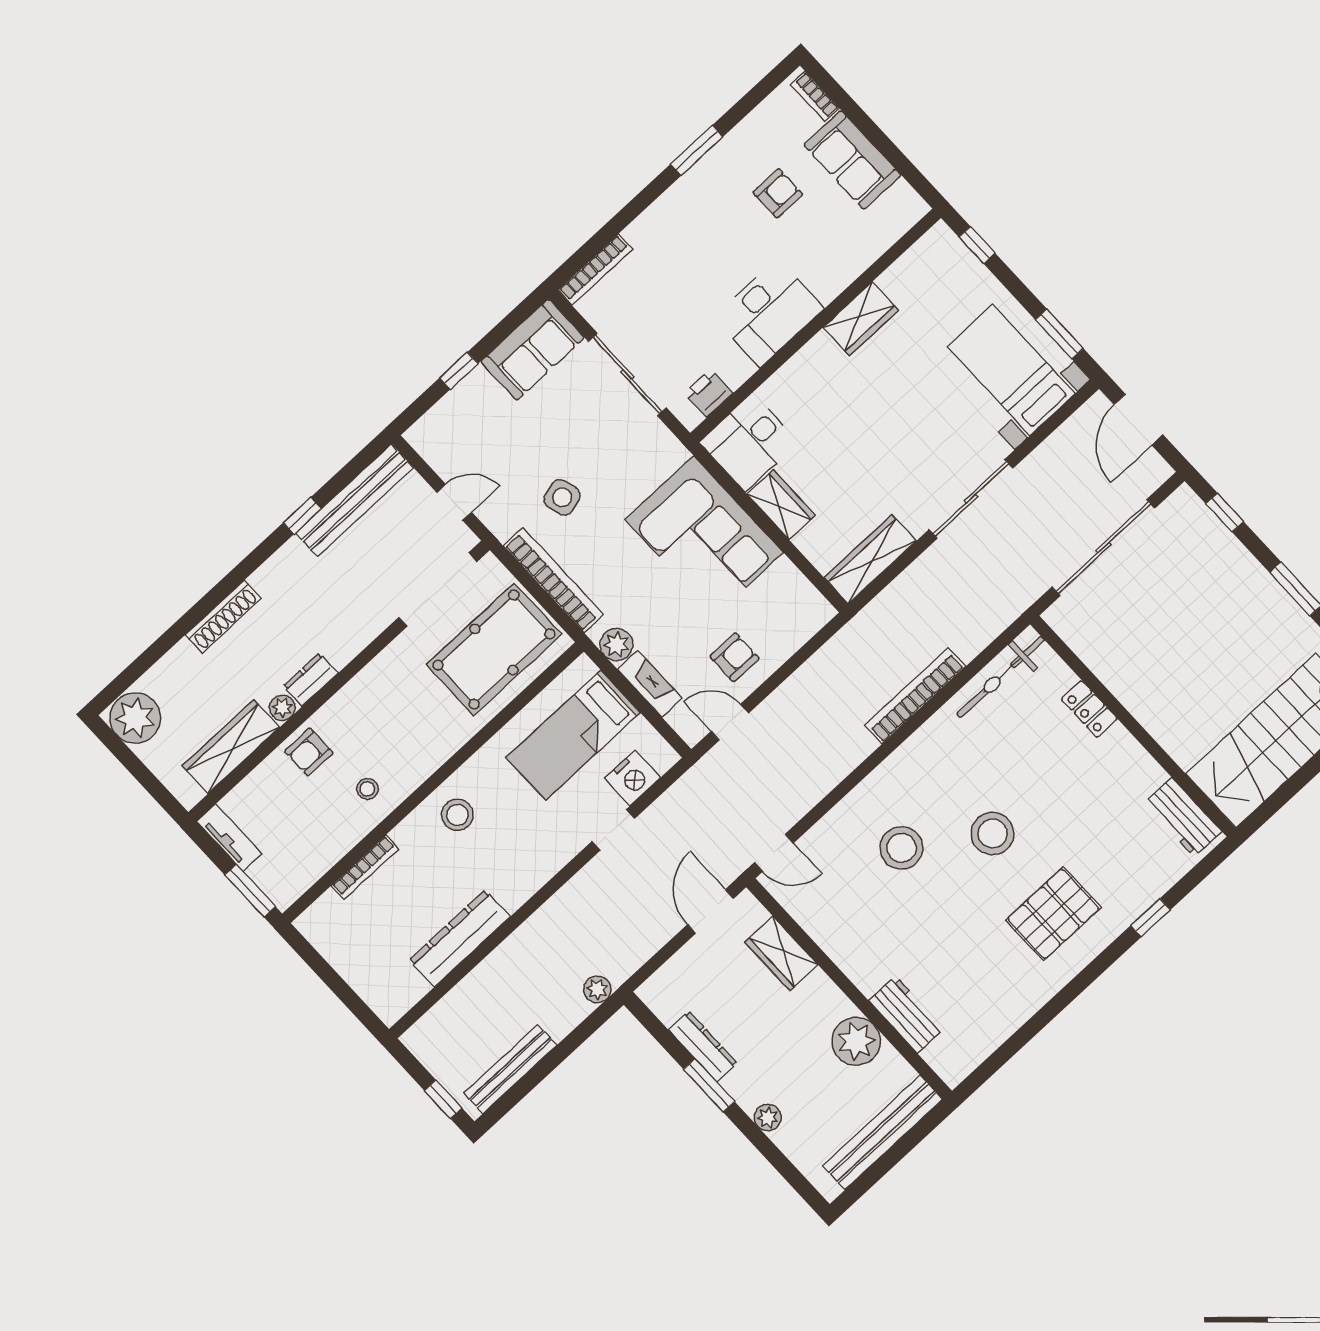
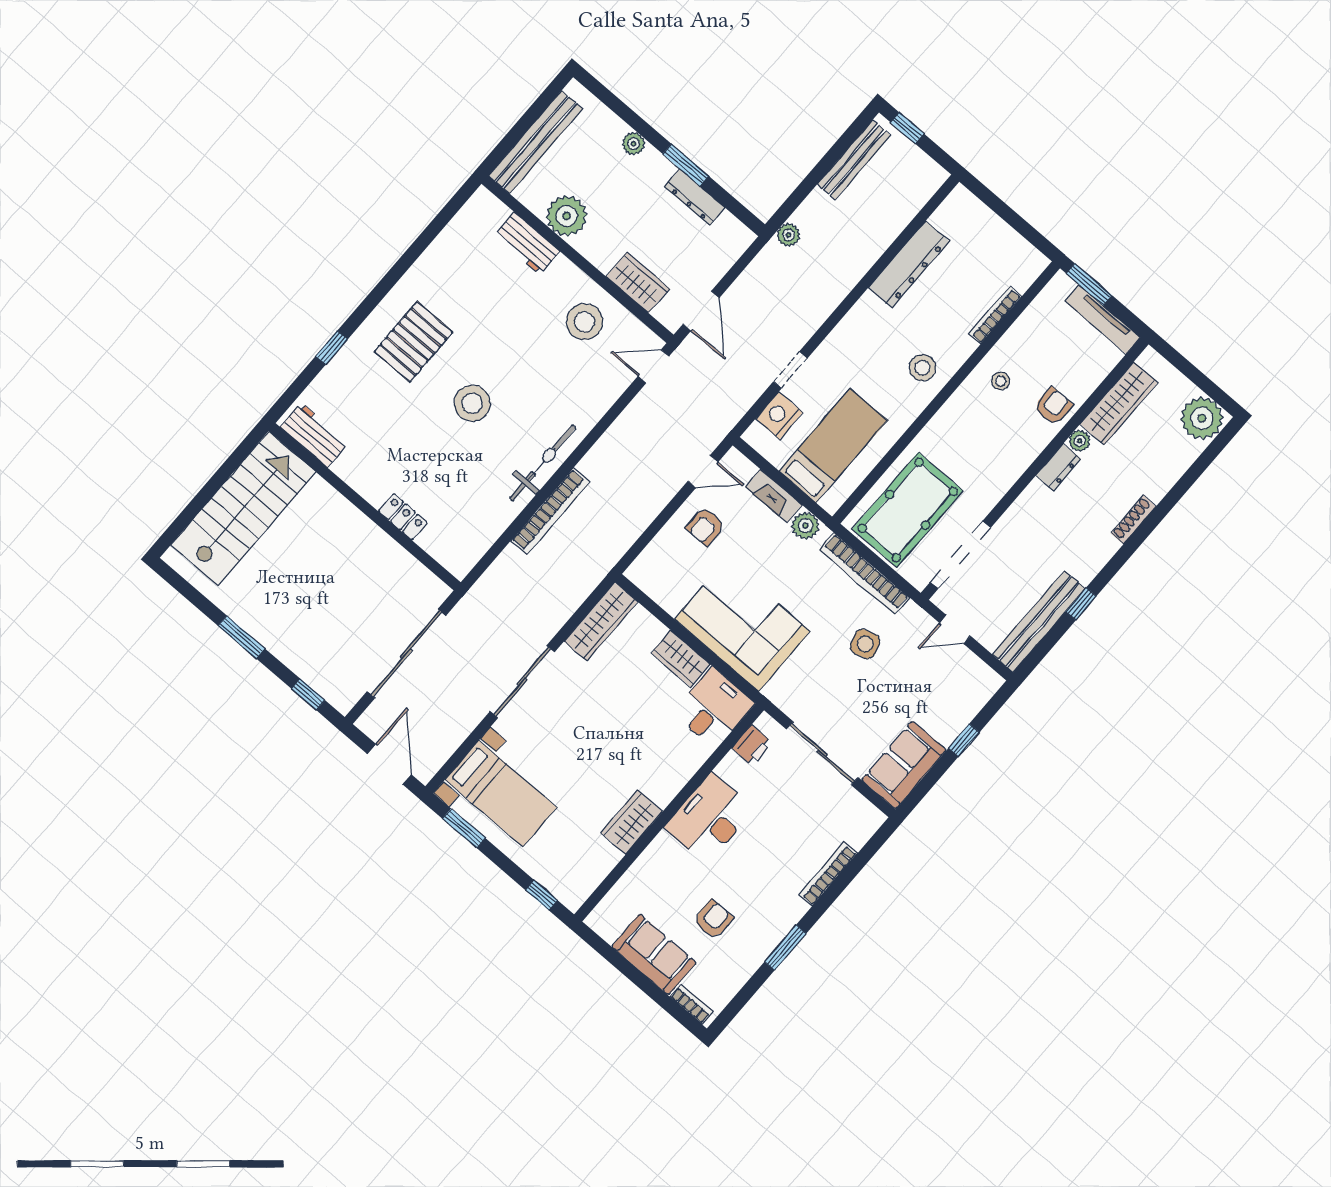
armchair: (778, 193) -> (713, 919), turned 180
bookcase: (595, 270) -> (828, 874), moved
shoe rack: (223, 617) -> (1133, 520), width x0.74, depth x0.81
bicycle: (1001, 677) -> (543, 463), moved
tv unit: (229, 838) -> (1103, 319), width x1.41
stool: (901, 848) -> (584, 322), moved

